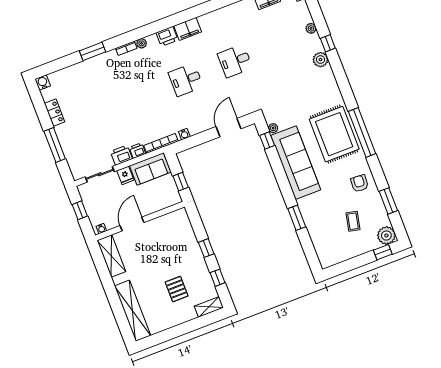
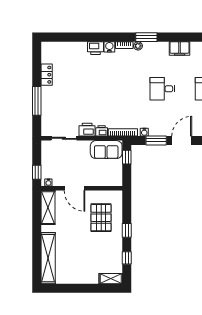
printer: (167, 36) -> (95, 48), moved
window: (92, 51) -> (146, 37), moved
water cooler: (43, 82) -> (109, 47), moved
window: (201, 138) -> (156, 140), added
fridge: (125, 175) -> (84, 147), removed
window: (181, 182) -> (127, 157), moved
window: (80, 210) -> (37, 172), moved
door: (132, 224) -> (74, 188), swing flipped
pallet: (177, 289) -> (101, 218), moved, width x1.50, depth x1.42

